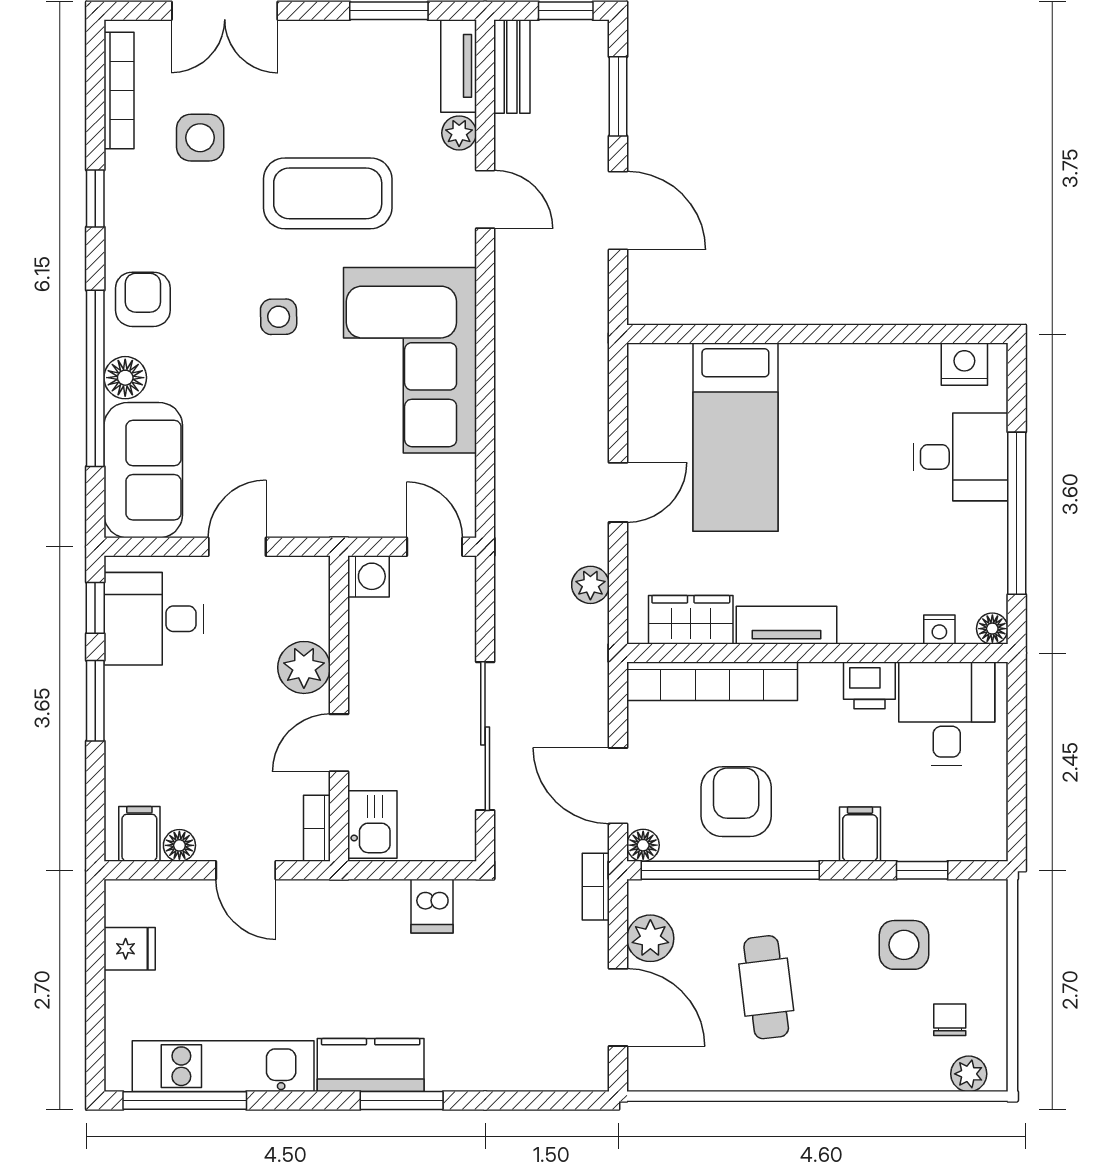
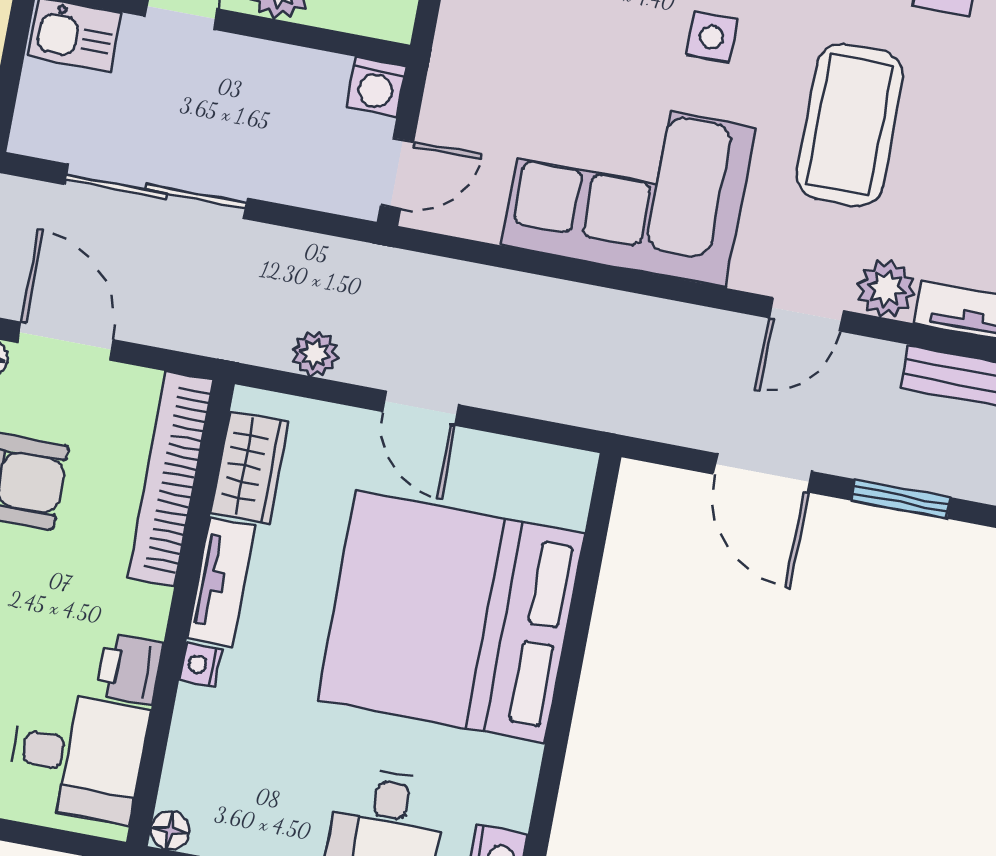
plant: (459, 133) -> (886, 289), width x1.38, depth x1.38
door: (618, 210) -> (762, 473), hinge flipped
bed: (735, 437) -> (451, 617), width x2.04
nightstand: (939, 630) -> (200, 665), moved
door: (618, 786) -> (65, 341), hinge flipped

